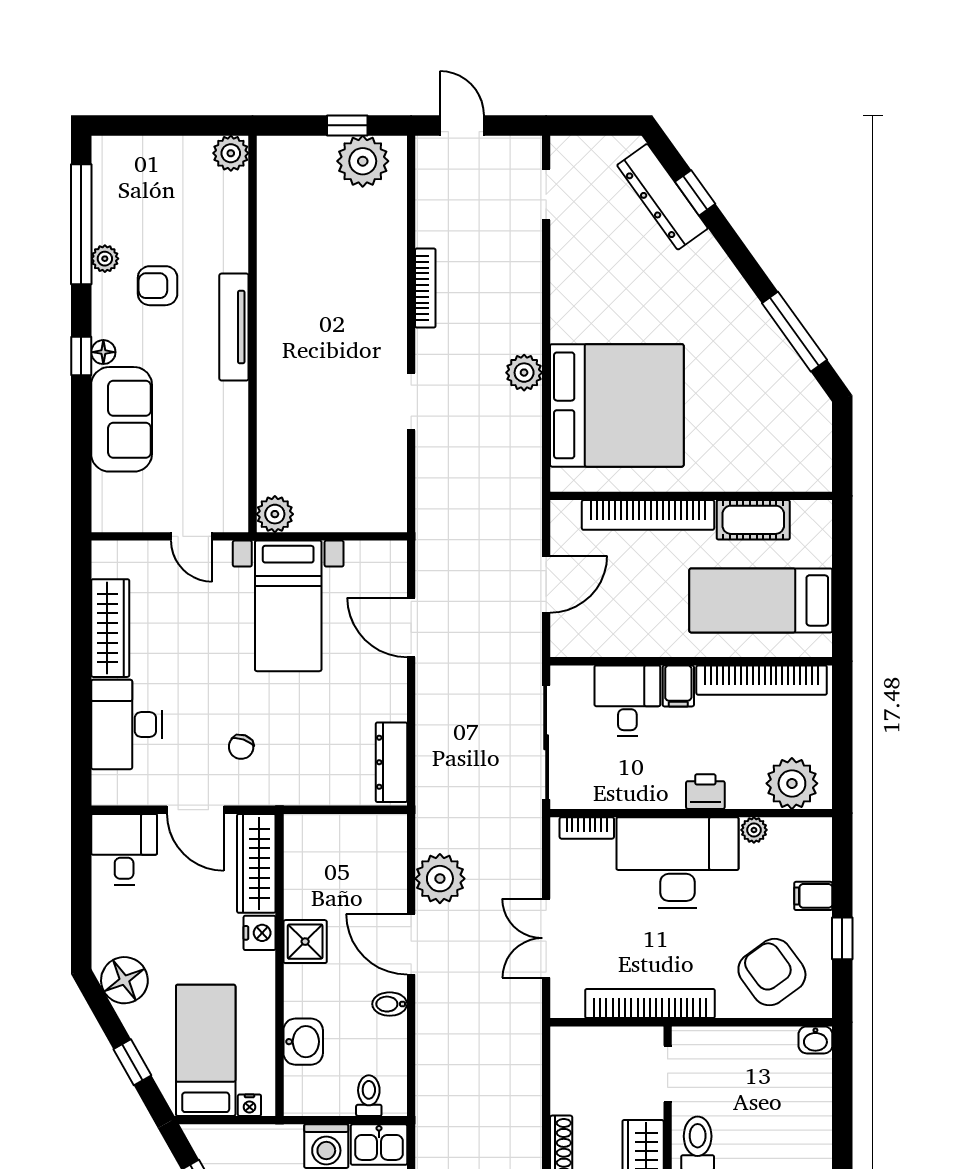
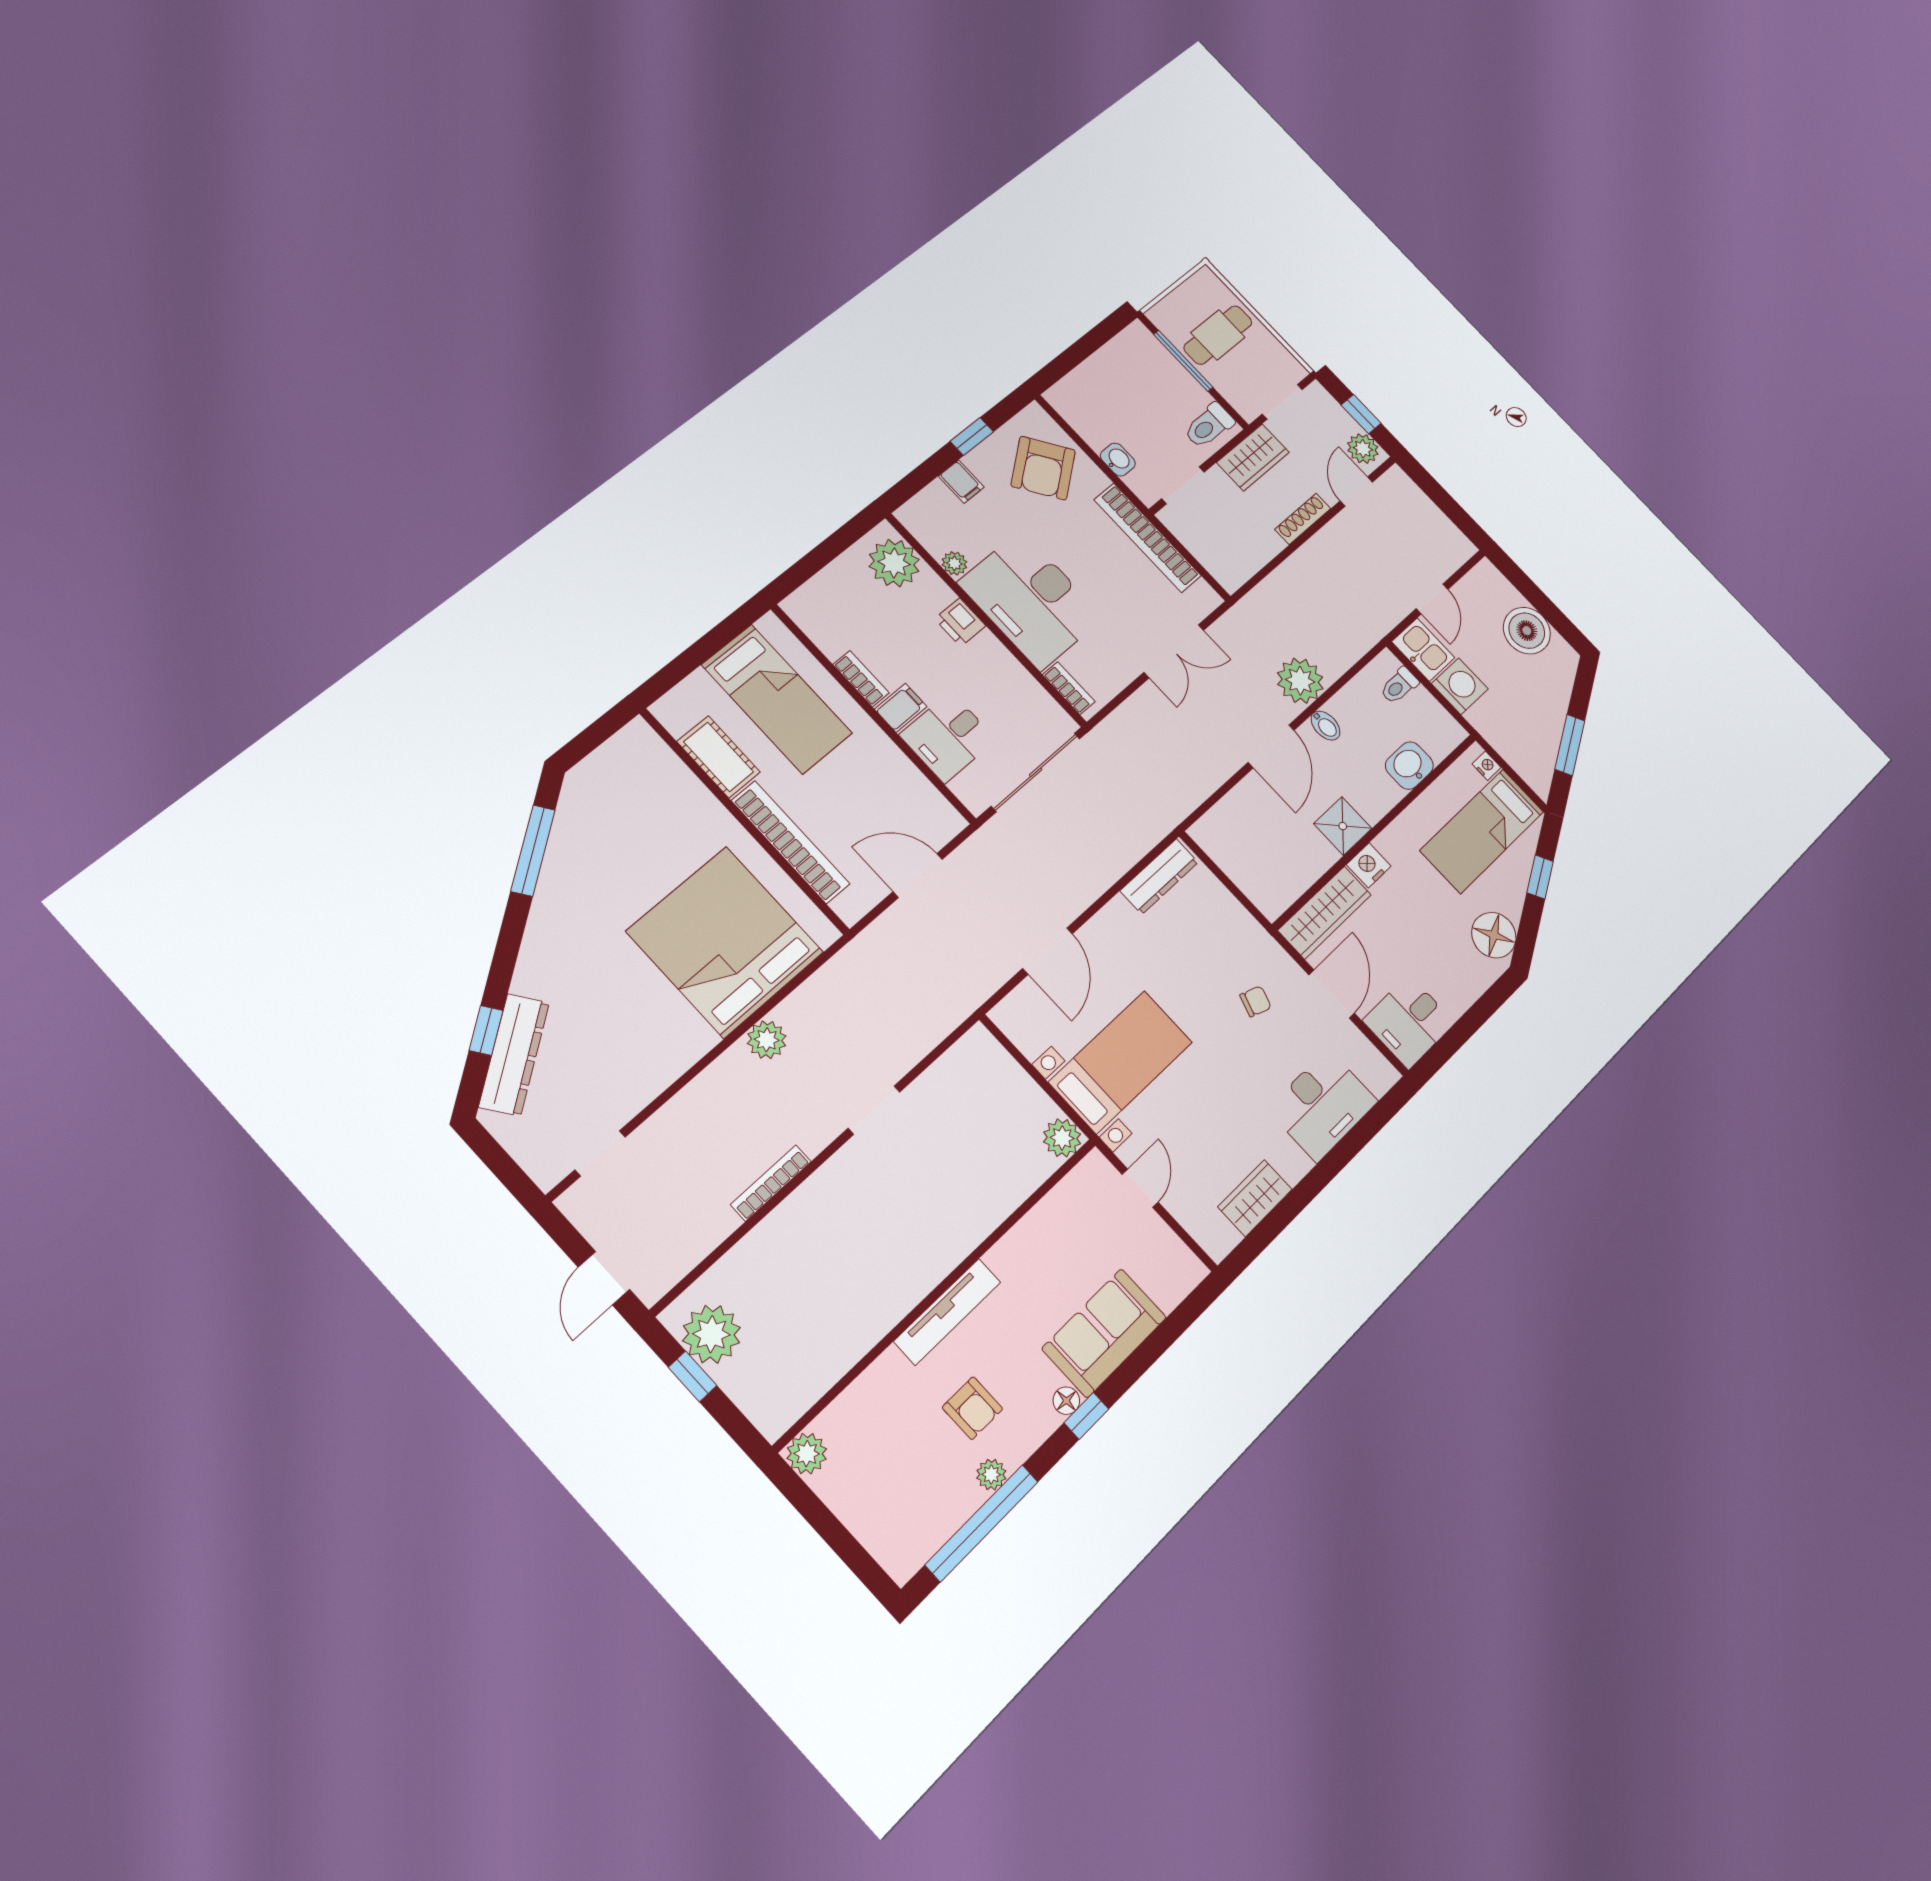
wardrobe: (110, 628) -> (1255, 1198), width x0.67
bookcase: (762, 680) -> (861, 679), width x0.43, depth x0.76
plant: (440, 879) -> (1300, 681), moved
washbasin: (815, 1040) -> (1118, 460), moved

